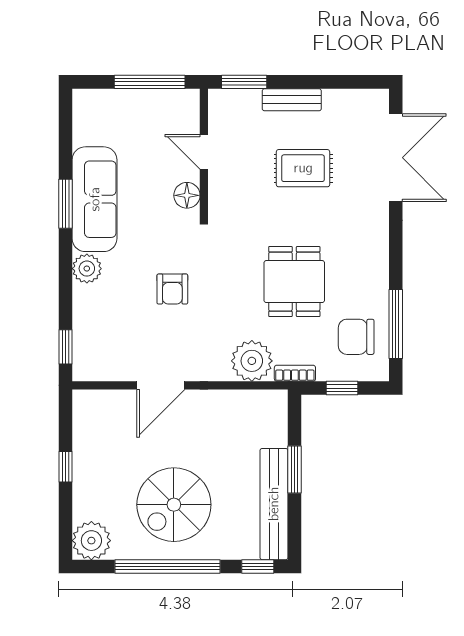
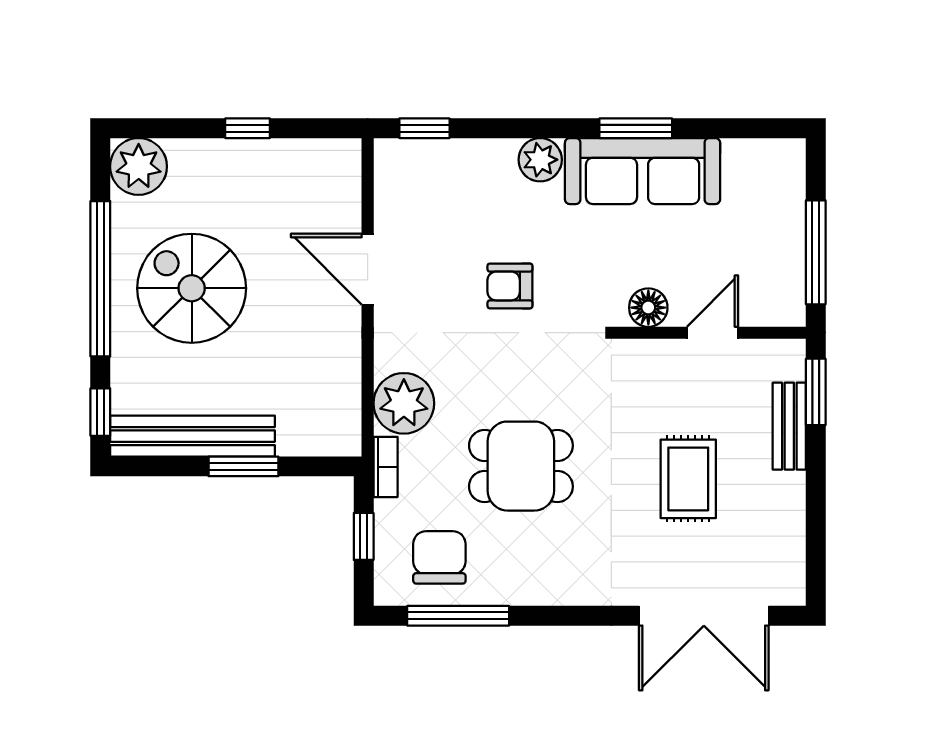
bench: (292, 100) -> (789, 426), moved

